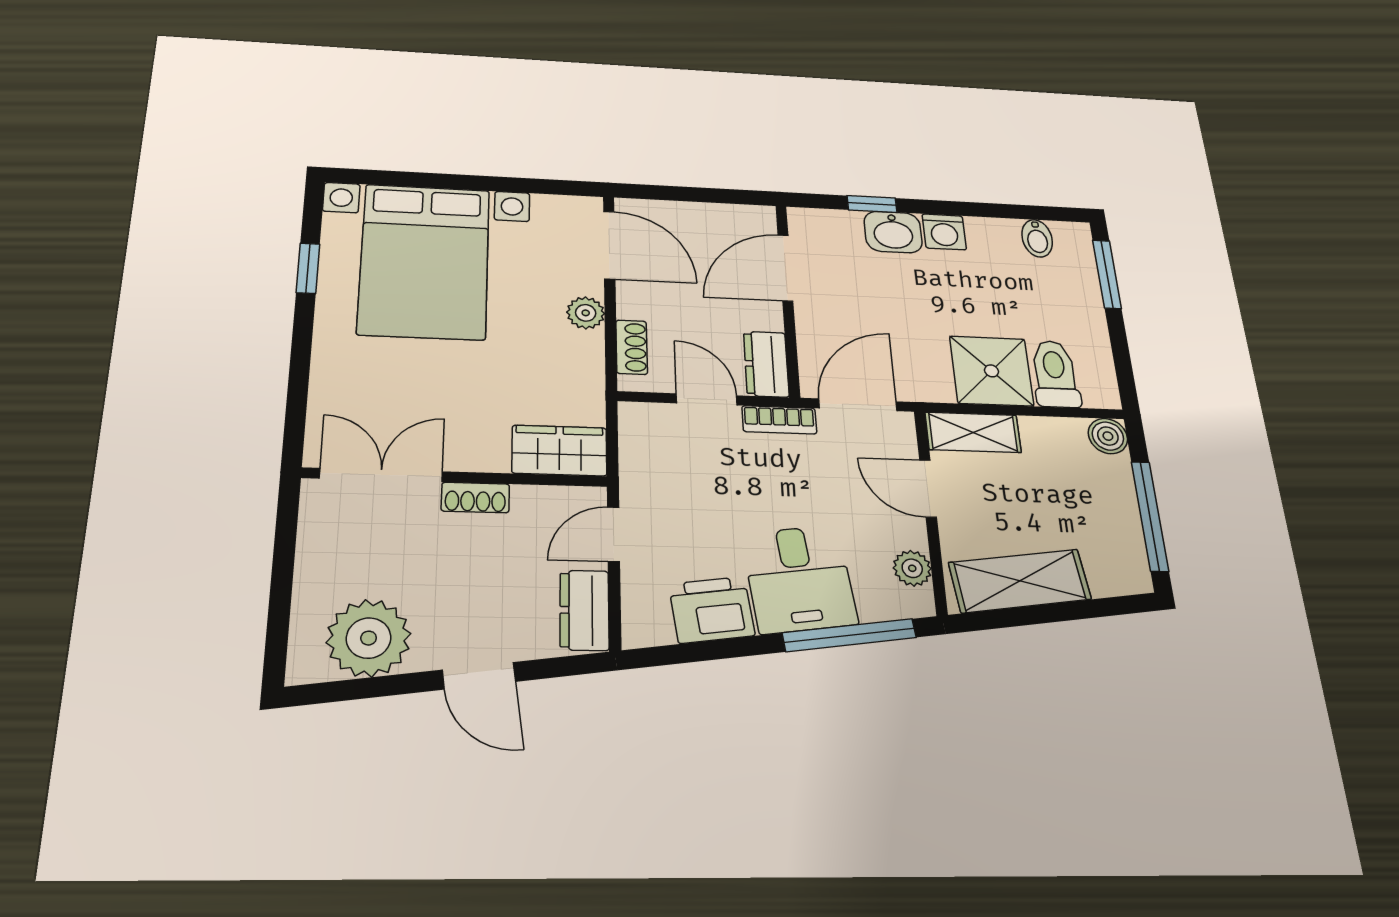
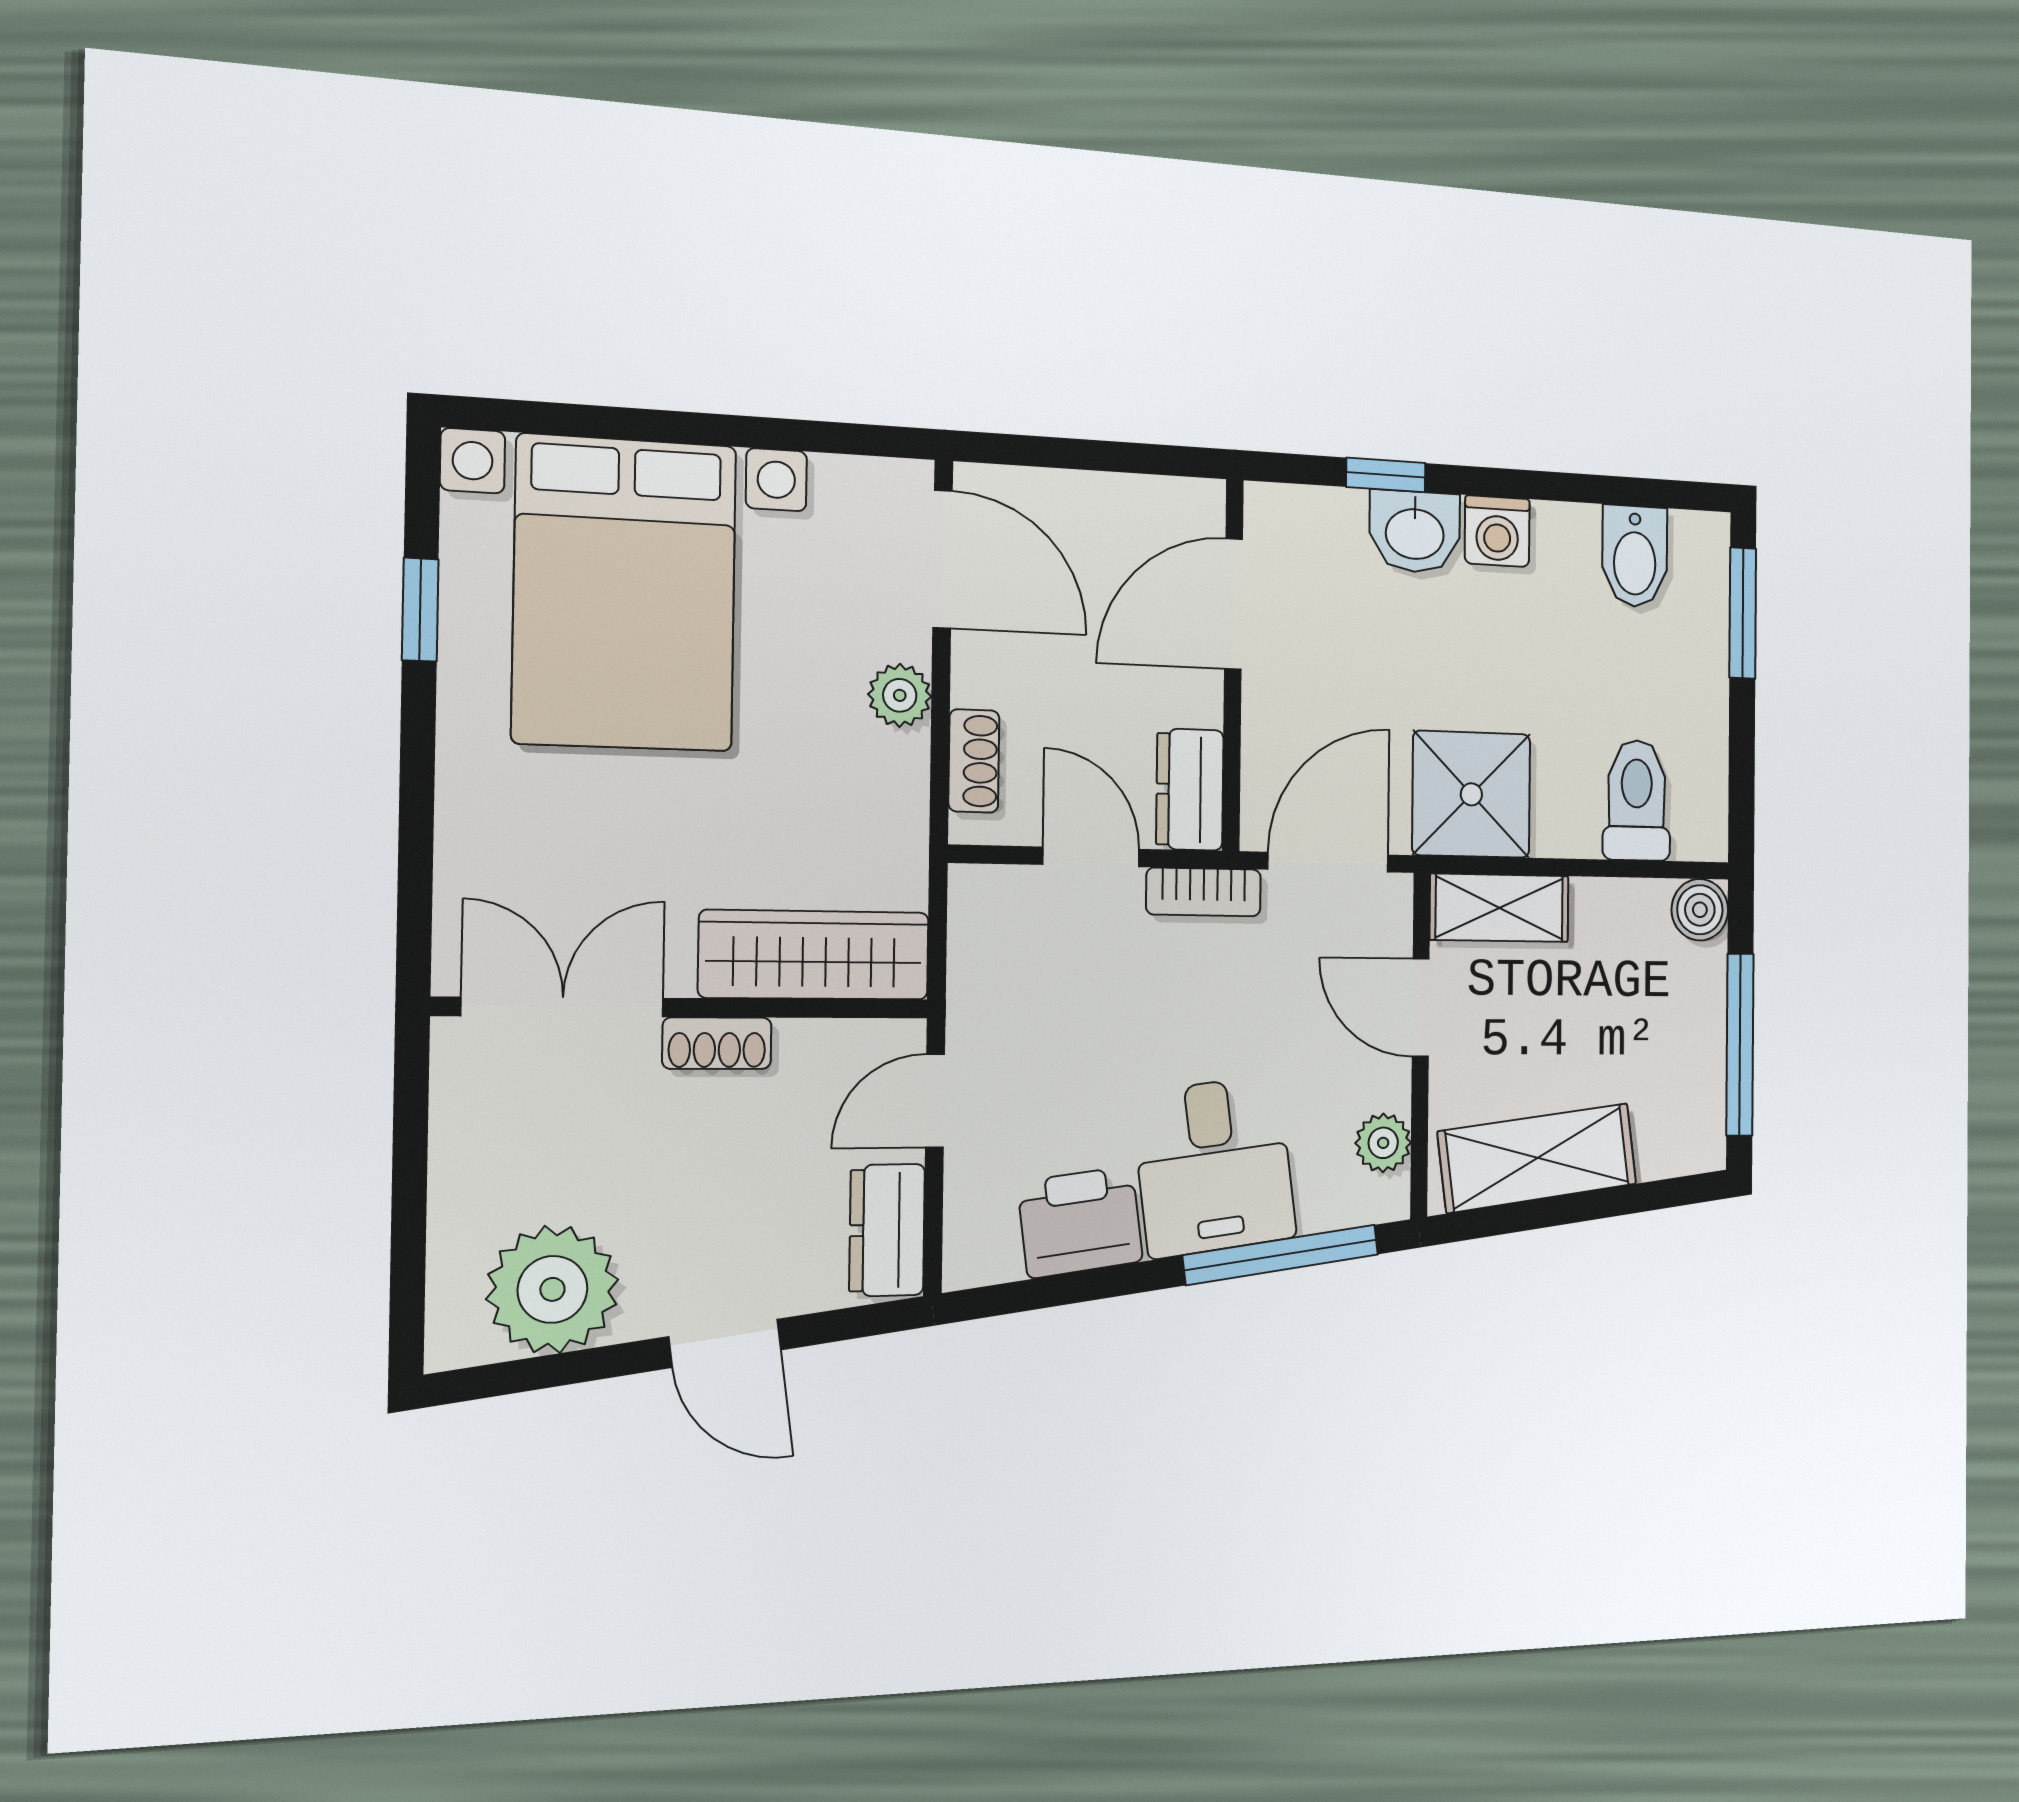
bidet: (1037, 238) -> (1635, 556), width x1.38, depth x1.36
shower: (991, 371) -> (1471, 794), moved
wardrobe: (559, 450) -> (814, 955), width x1.50

